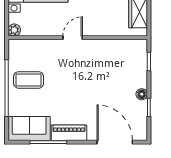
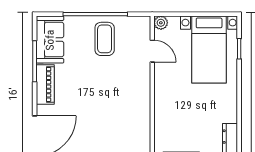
door: (73, 38) -> (152, 51), moved

